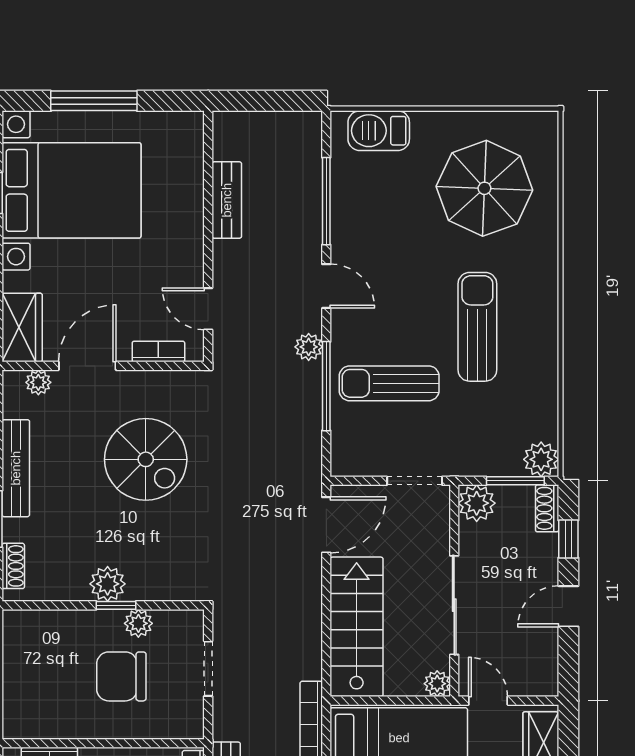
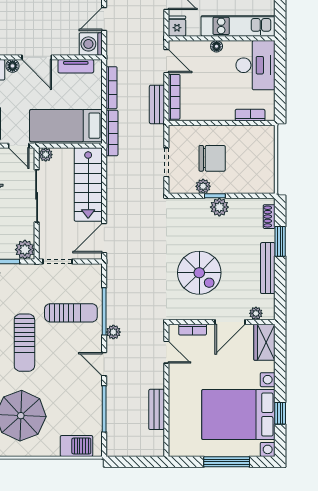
spiral stairs: (146, 459) -> (199, 273), turned 180

